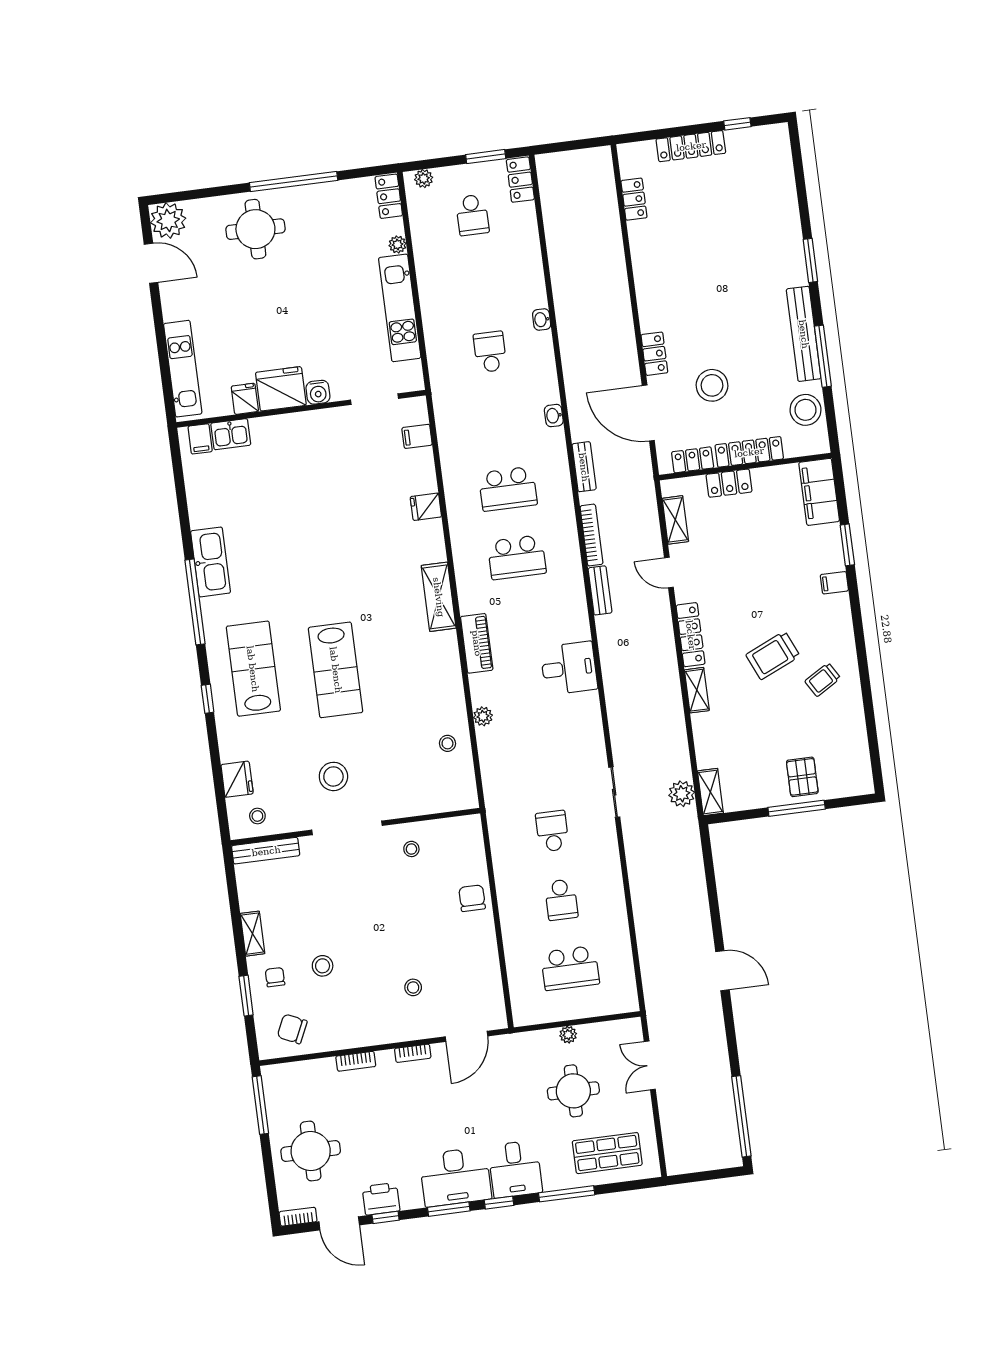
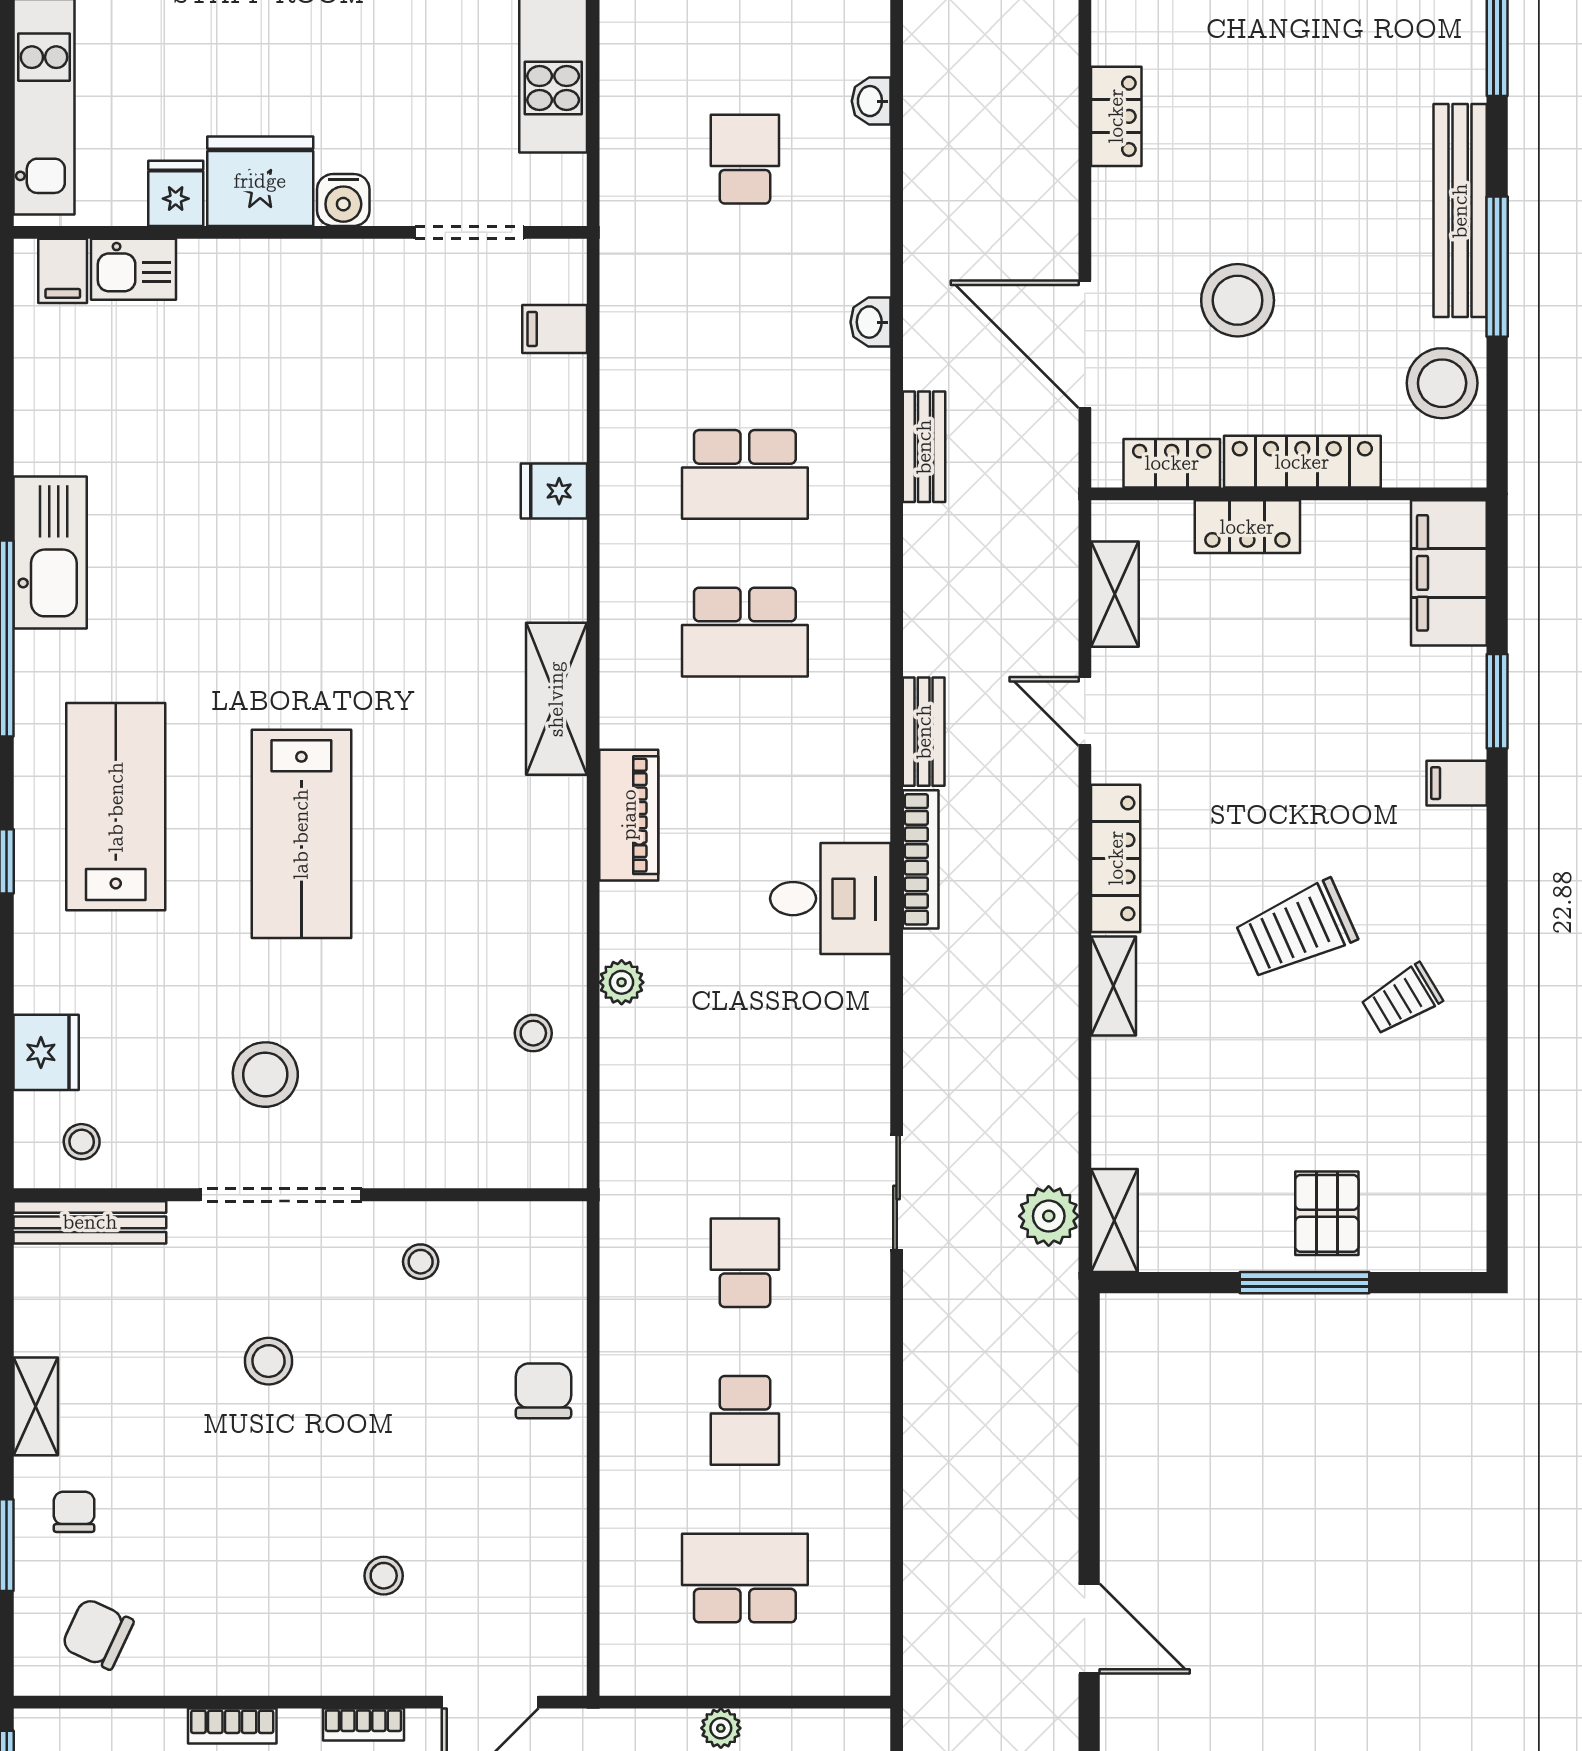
locker: (654, 354) -> (1116, 116), moved
bookcase: (591, 535) -> (921, 859), moved
stool: (323, 966) -> (269, 1361), moved
school desk: (570, 968) -> (745, 1578), turned 180

